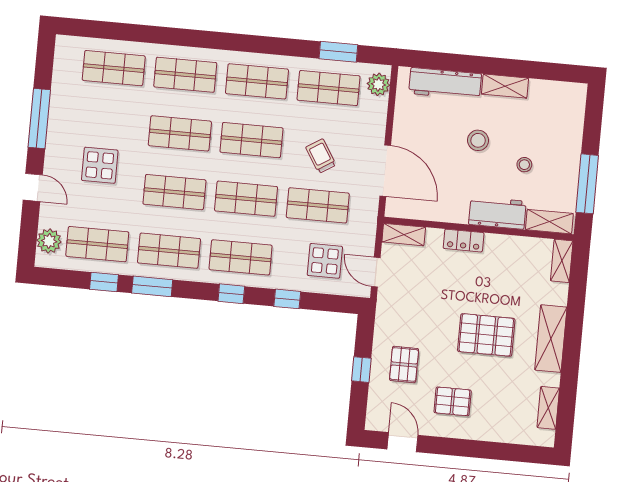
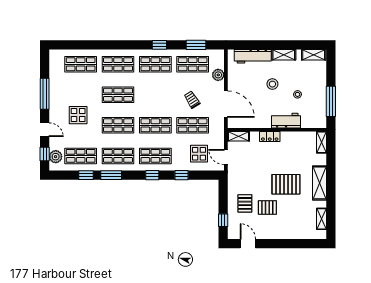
window: (268, 45) -> (159, 45), added
plant: (378, 84) -> (218, 75), moved
shop shelf: (251, 140) -> (155, 95), removed
shelving: (549, 222) -> (314, 55), moved
window: (29, 234) -> (45, 154), added
window: (361, 370) -> (223, 220), moved
pallet: (453, 401) -> (267, 207), moved

